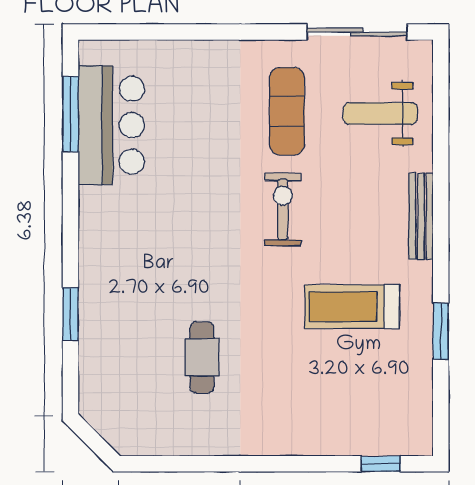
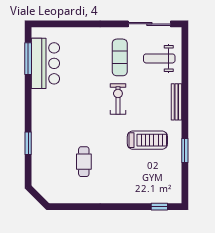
treadmill: (352, 307) -> (147, 140), turned 180

